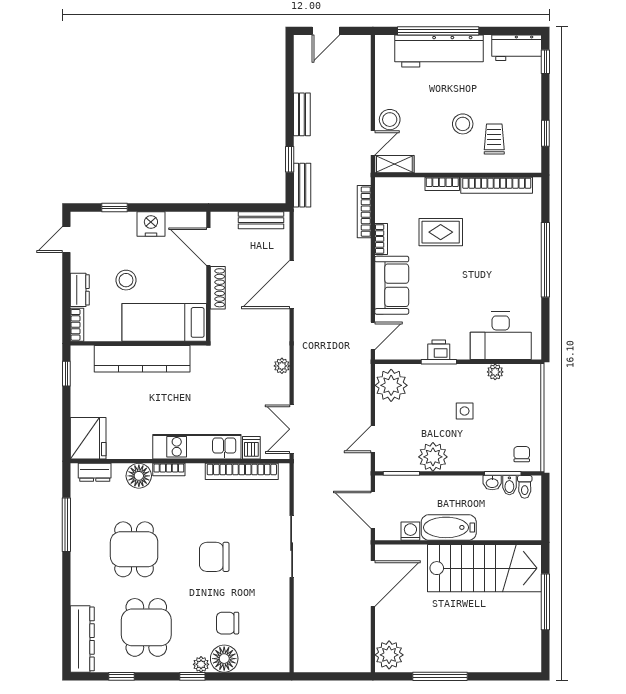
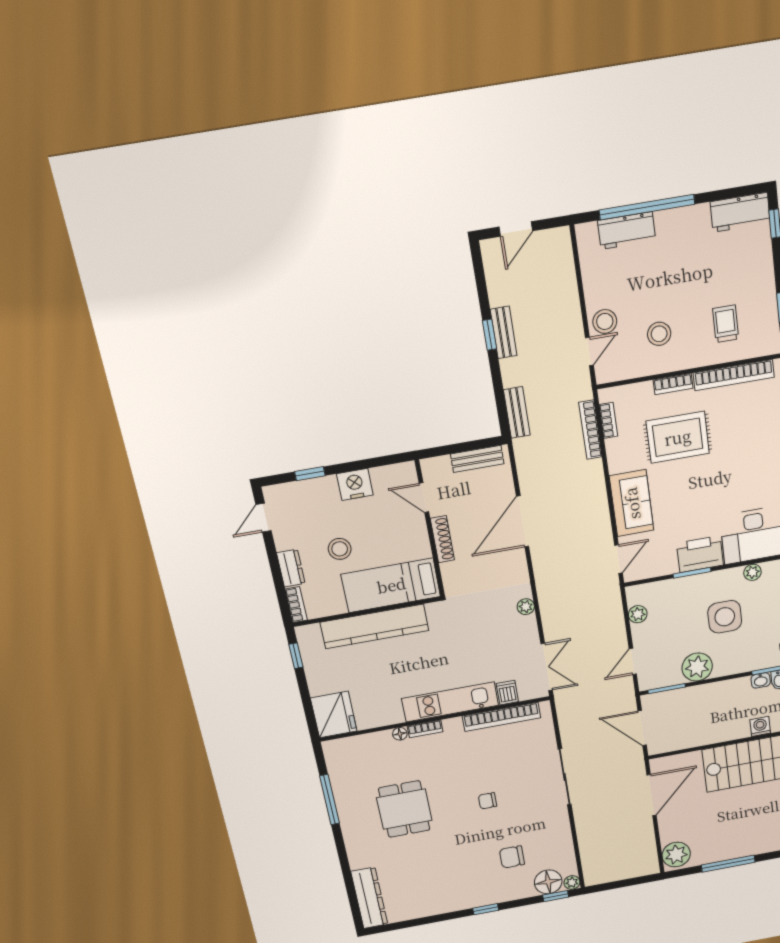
workbench: (439, 51) -> (627, 231), width x0.53, depth x0.76
stool: (463, 124) -> (659, 334), moved
window: (290, 159) -> (489, 335), moved
shelving: (394, 164) -> (617, 371), removed
rug: (441, 232) -> (678, 437), width x1.36, depth x1.43
bookcase: (381, 239) -> (608, 420), moved
door: (208, 247) -> (424, 498), width x0.73
printer: (439, 350) -> (700, 554), width x1.87, depth x1.48
plant: (391, 385) -> (638, 614), width x0.53, depth x0.53
side table: (465, 411) -> (725, 617), width x1.87, depth x1.87
double door: (292, 429) -> (547, 667), swing flipped
dresser: (95, 472) -> (348, 746), removed
floor lamp: (139, 476) -> (400, 734), width x0.53, depth x0.53
bathtub: (449, 527) -> (721, 730), removed
washing machine: (410, 531) -> (760, 726), moved
chair: (214, 557) -> (488, 801), width x0.54, depth x0.54
dining table: (146, 627) -> (431, 876), removed
floor lamp: (224, 659) -> (548, 882), moved
plant: (201, 664) -> (572, 882), moved
window: (122, 676) -> (556, 896), moved

